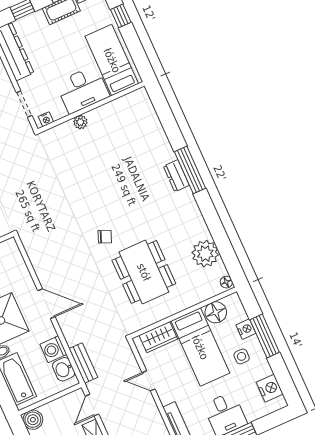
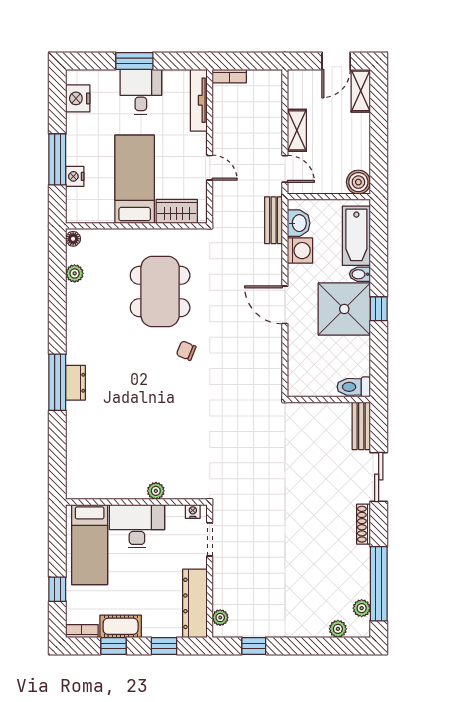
plant: (205, 254) -> (75, 273), width x0.53, depth x0.53
floor lamp: (216, 312) -> (100, 210), removed
side table: (242, 356) -> (93, 148), removed
door: (92, 405) -> (285, 169), hinge flipped

